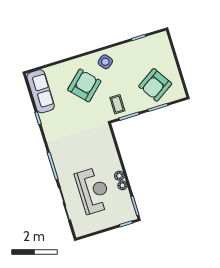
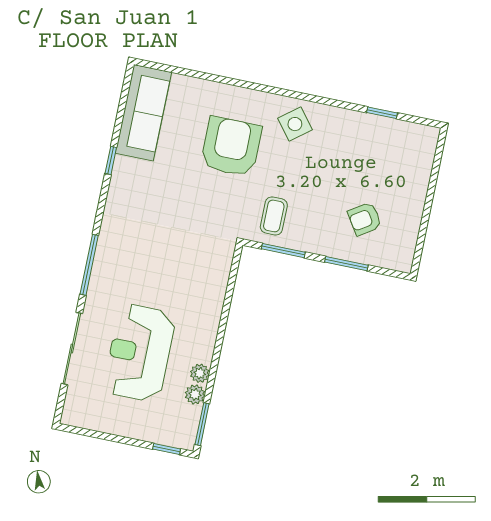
armchair: (84, 85) -> (231, 147), turned -47
armchair: (155, 85) -> (365, 219), width x0.53, depth x0.53
plant: (119, 176) -> (195, 394), moved
reception desk: (93, 191) -> (139, 353), turned 180

